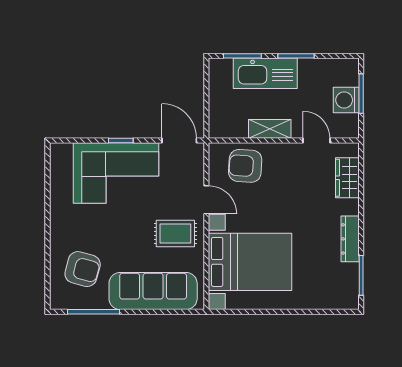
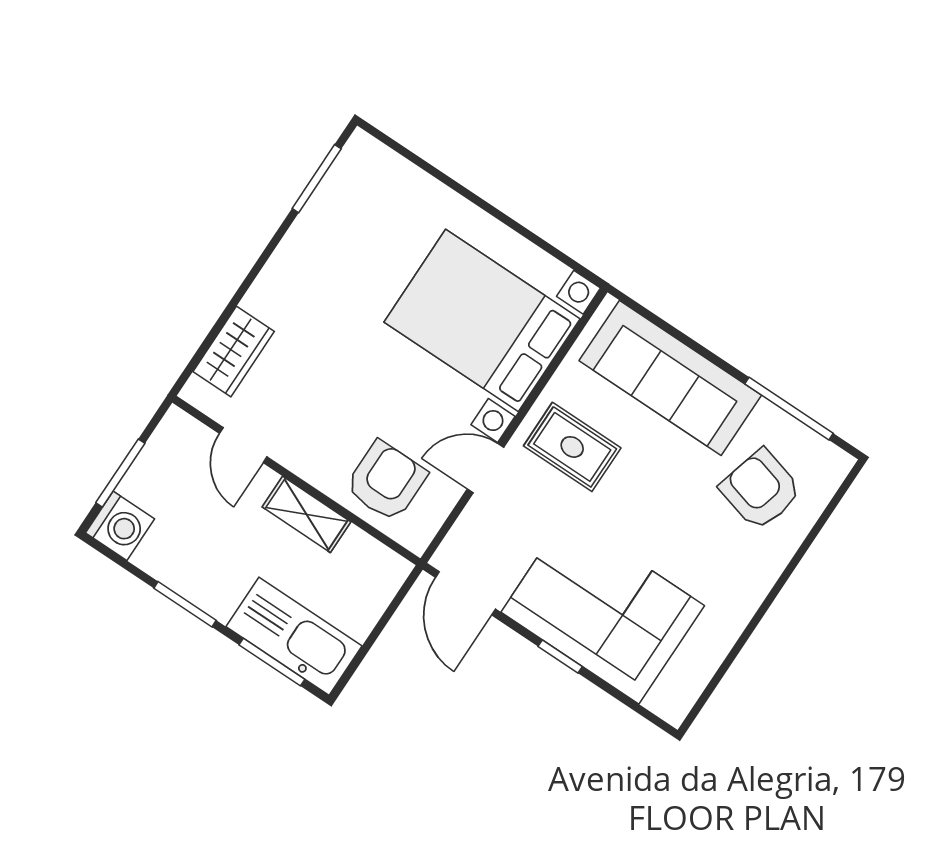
kitchen sink: (265, 73) -> (294, 636), moved
washing machine: (346, 100) -> (120, 526), moved
armchair: (245, 166) -> (386, 481), turned -94
door: (206, 200) -> (486, 468), hinge flipped
dresser: (350, 239) -> (295, 250), removed

